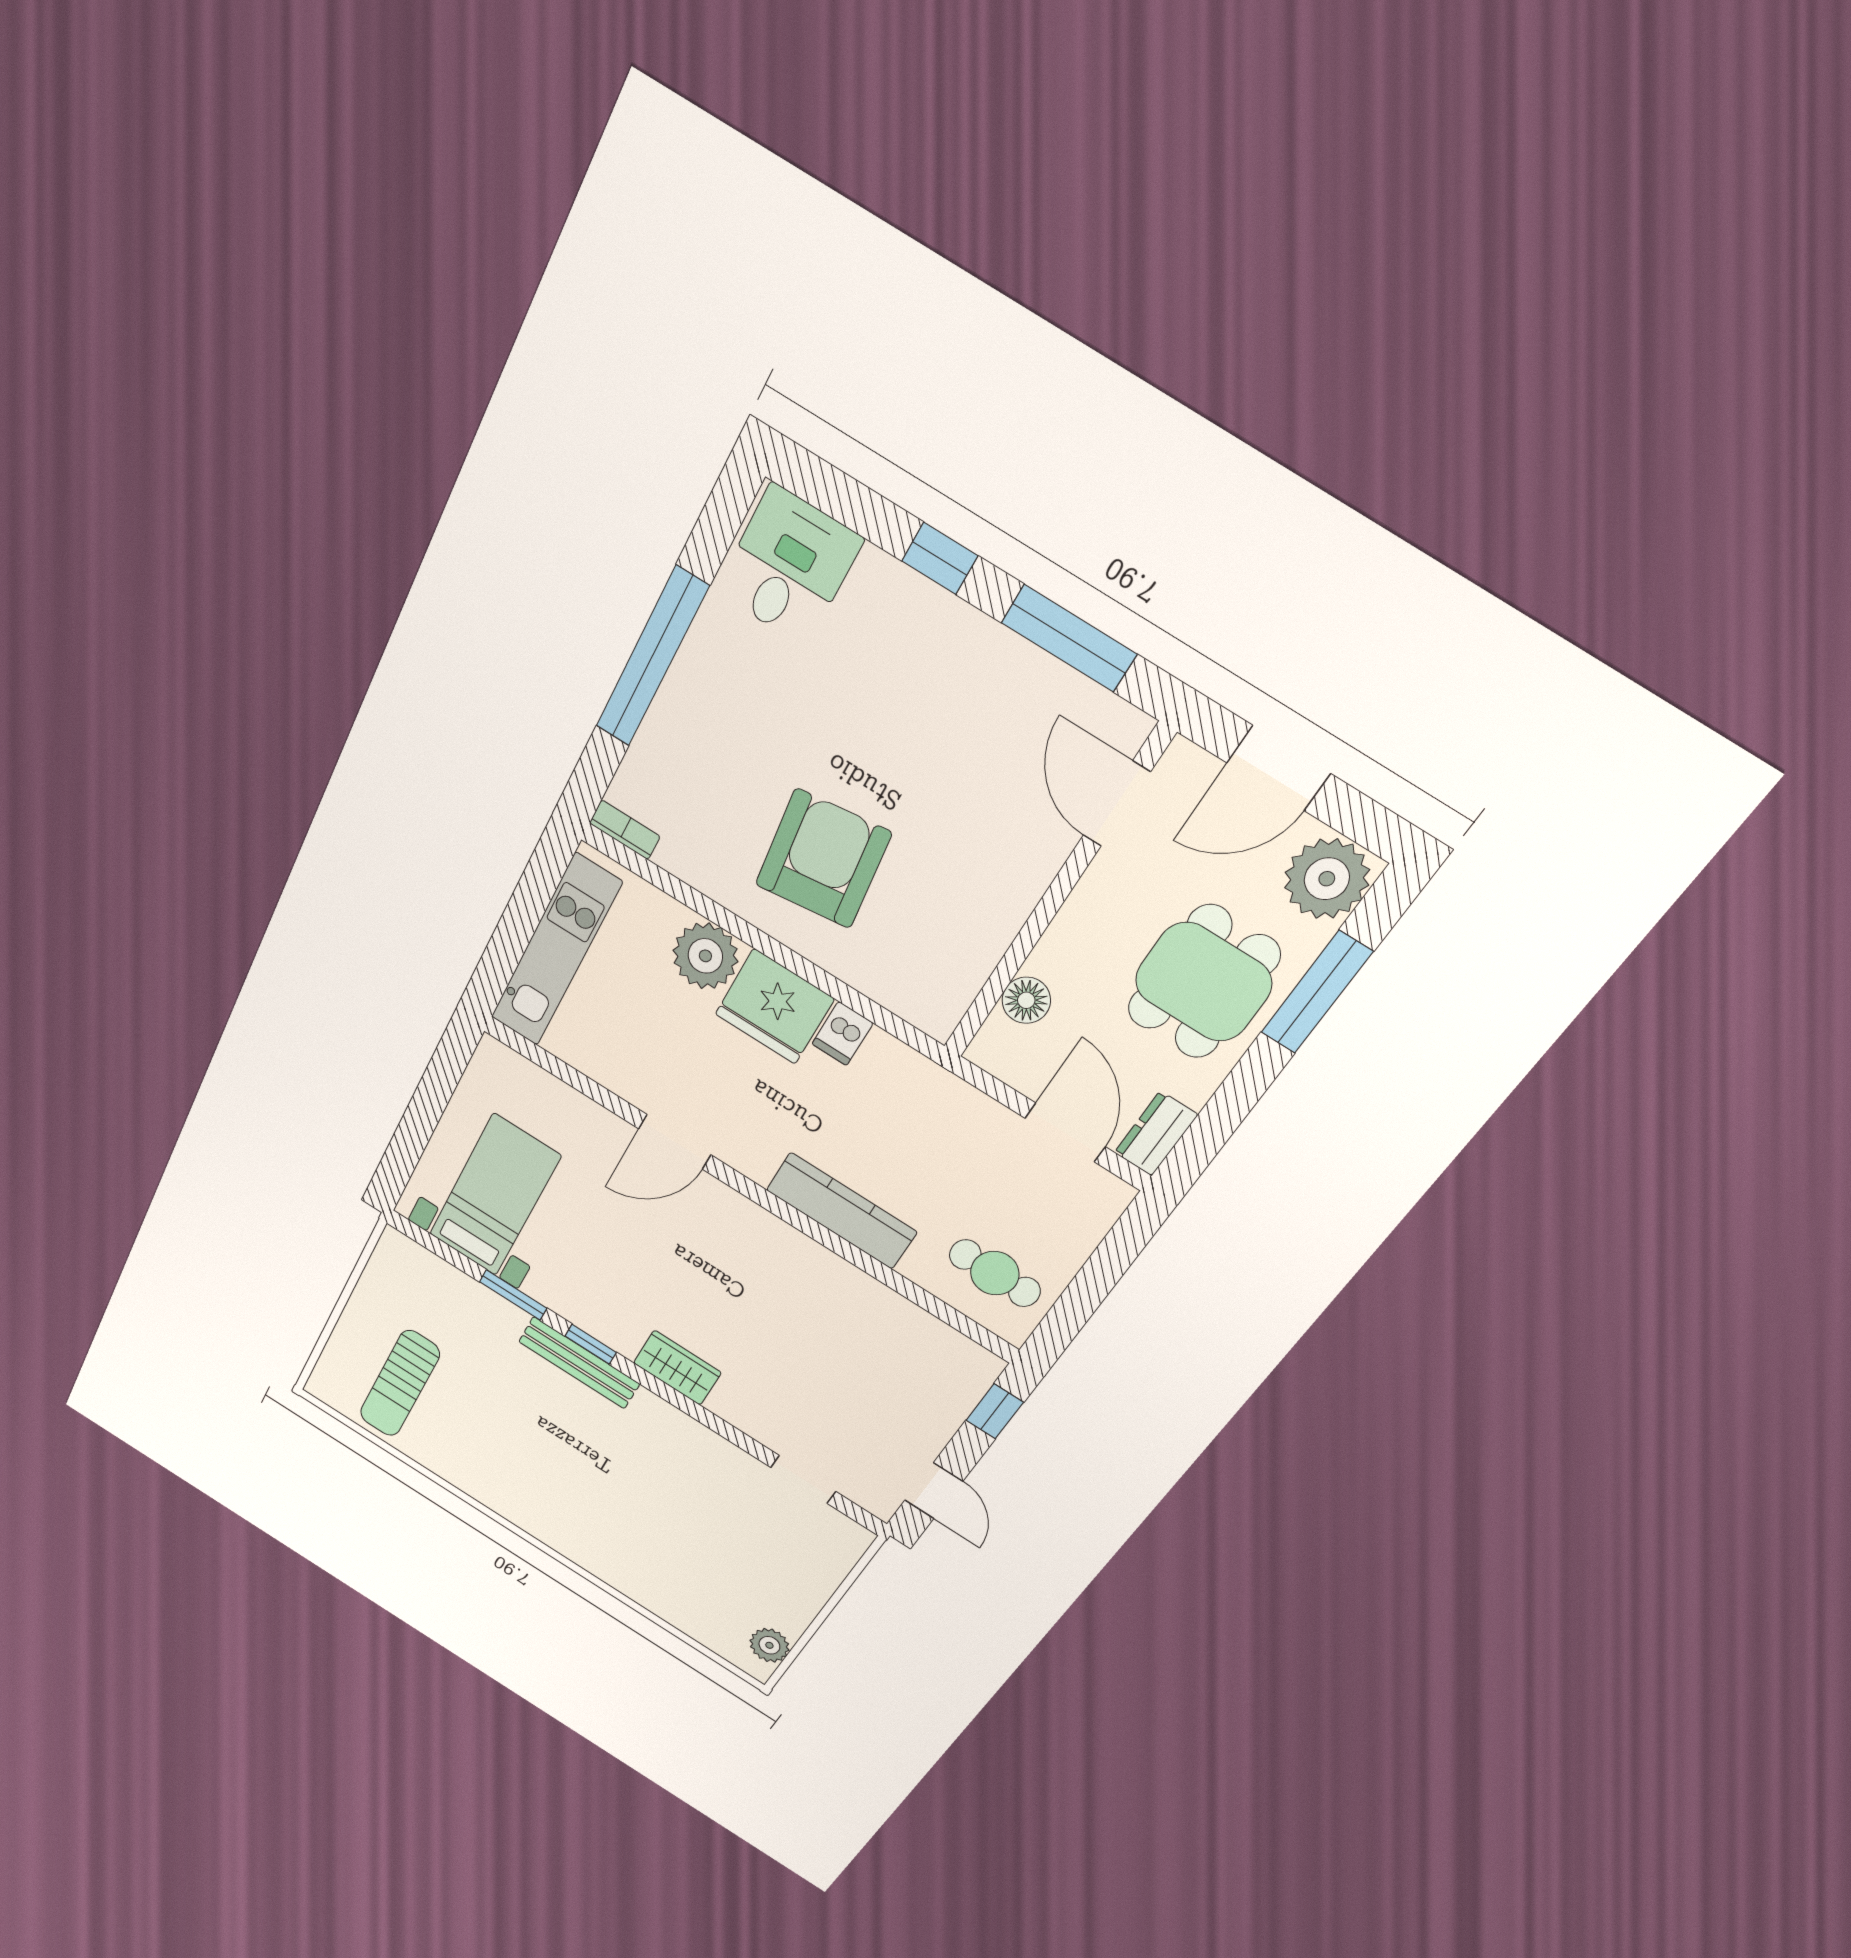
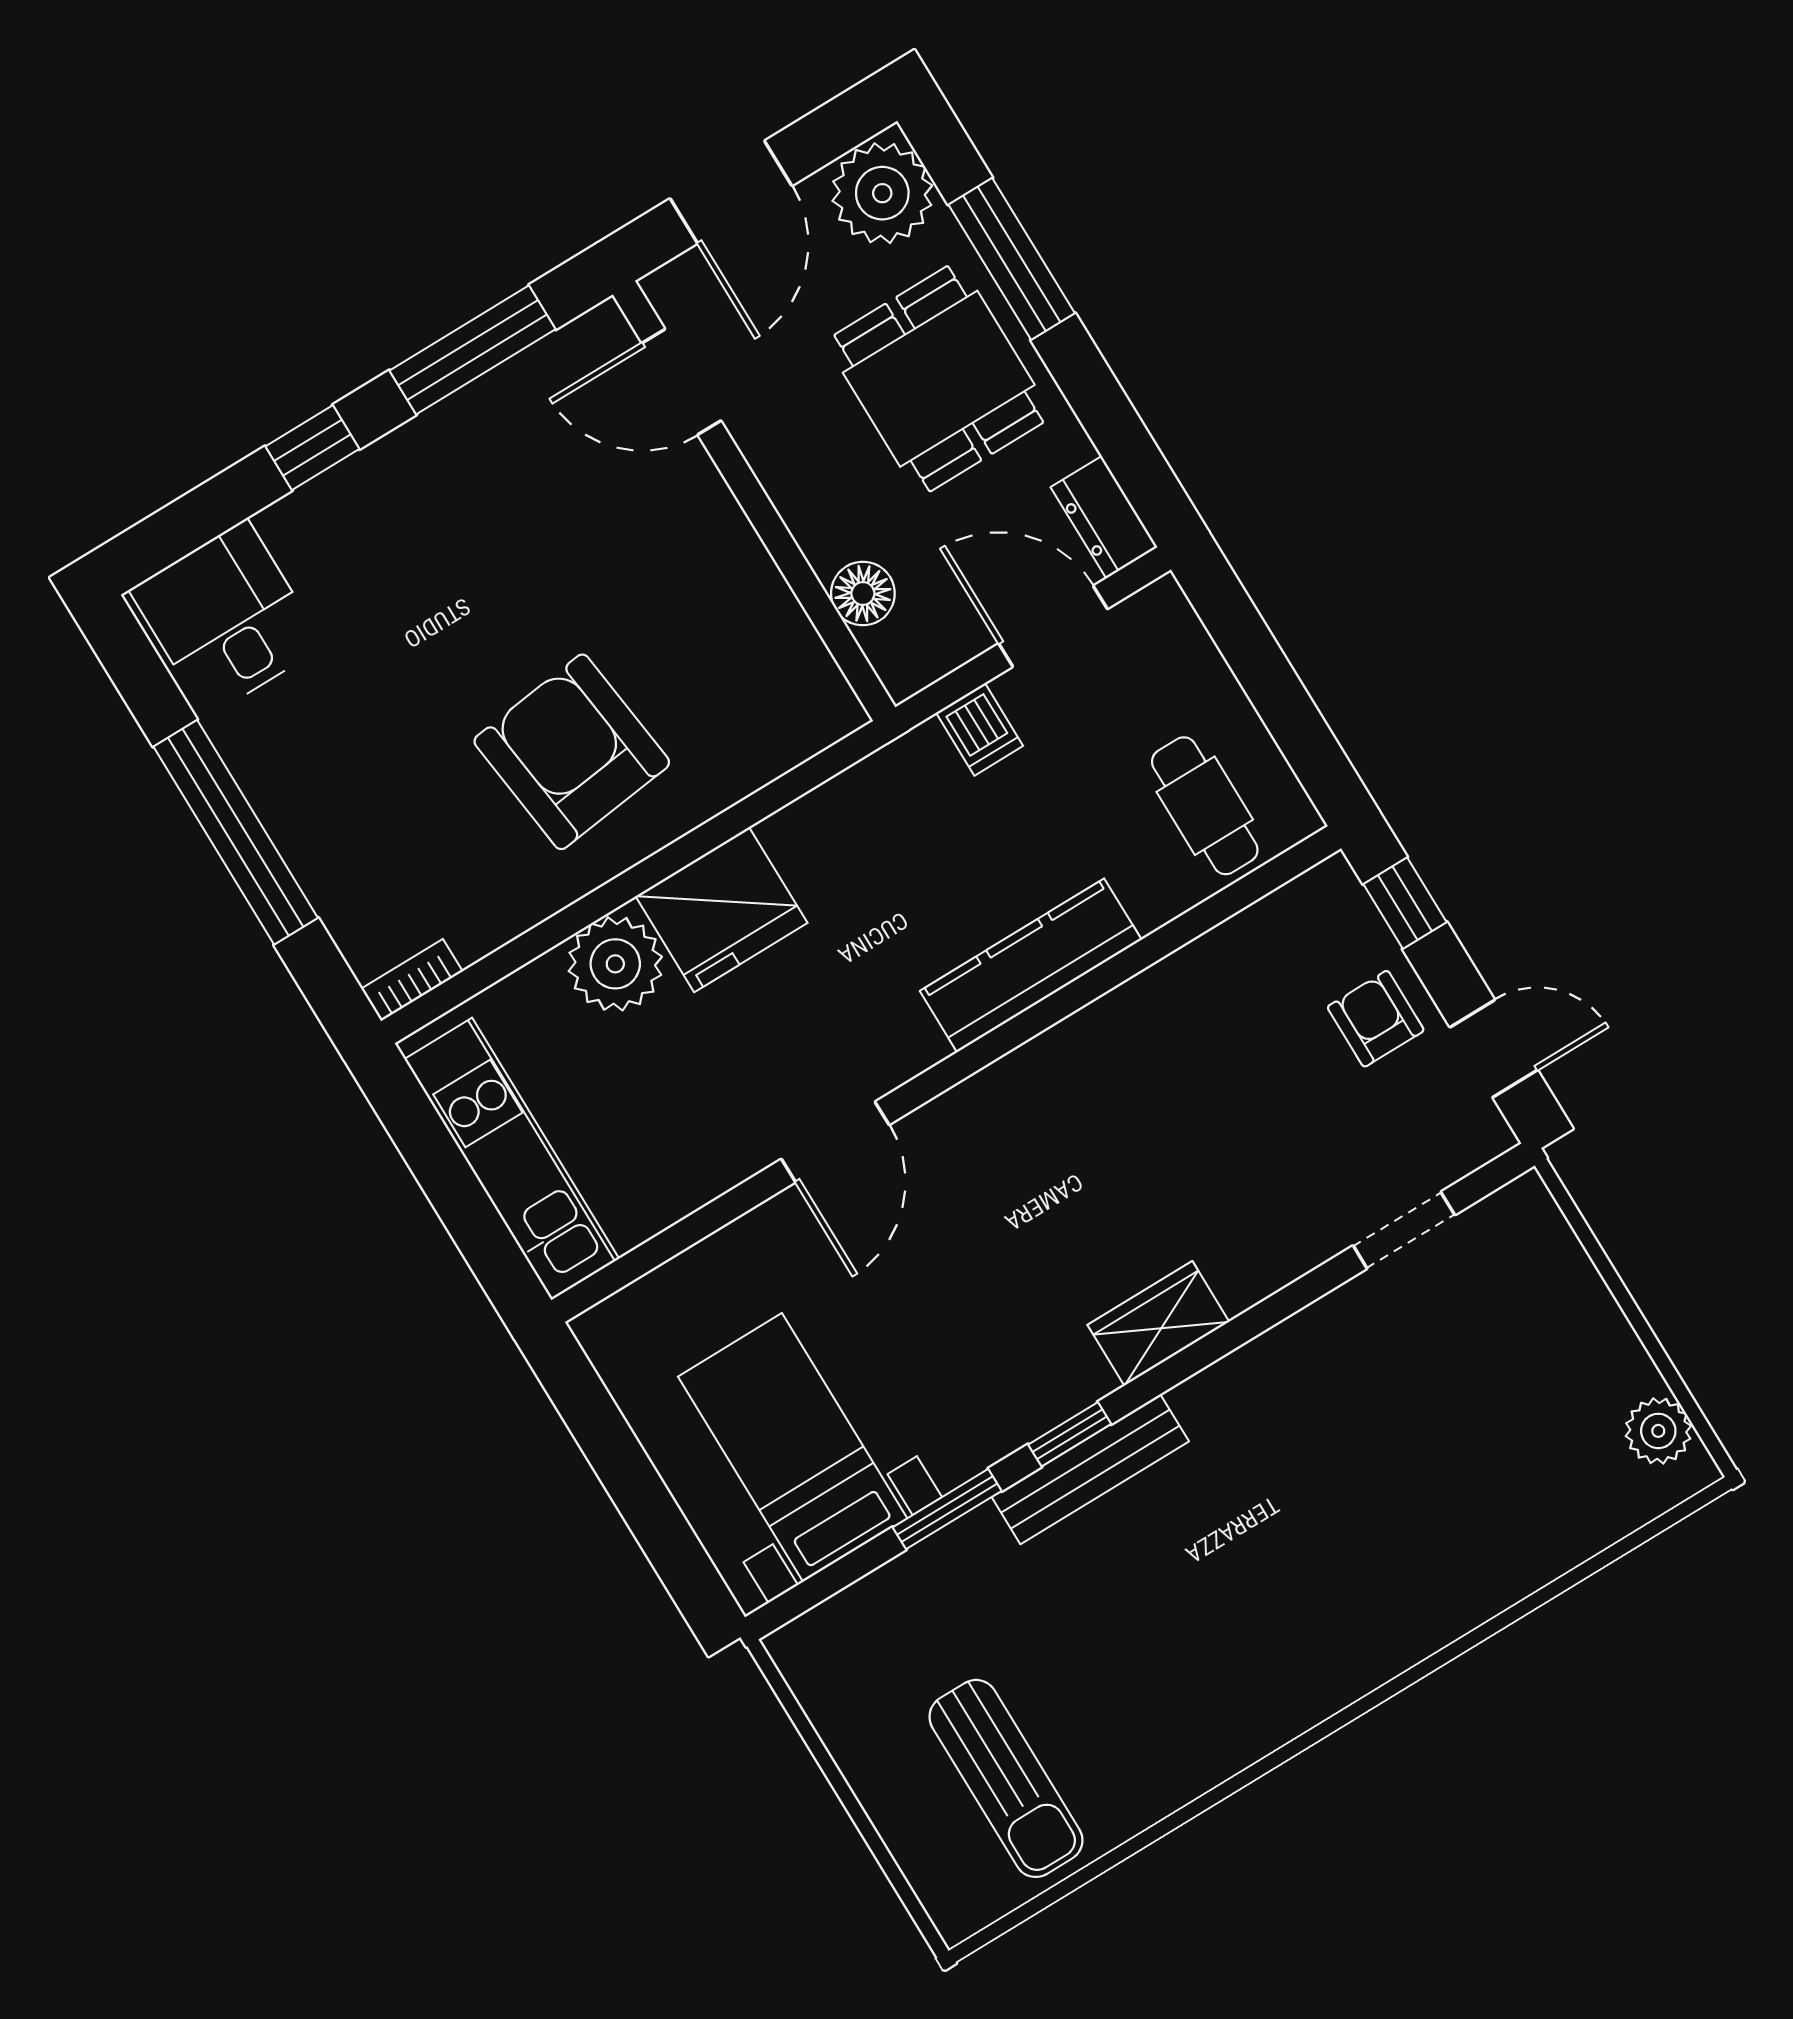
dishwasher: (842, 1034) -> (980, 729), moved
cafe table: (995, 1273) -> (1205, 806), turned 90
armchair: (916, 1420) -> (1376, 1019), added

